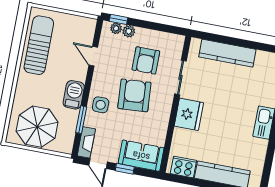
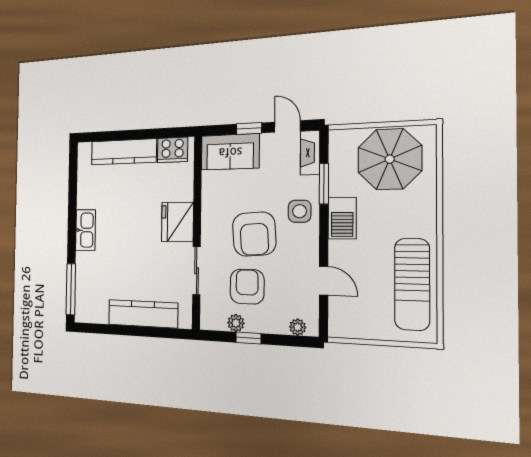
window: (118, 19) -> (248, 338), moved
plant: (129, 31) -> (236, 323), moved

